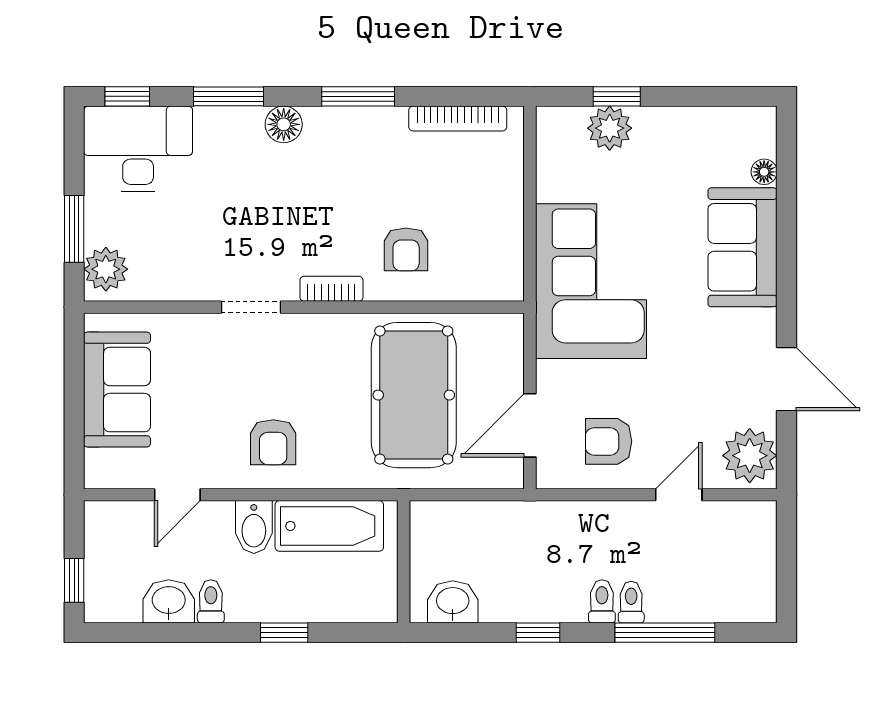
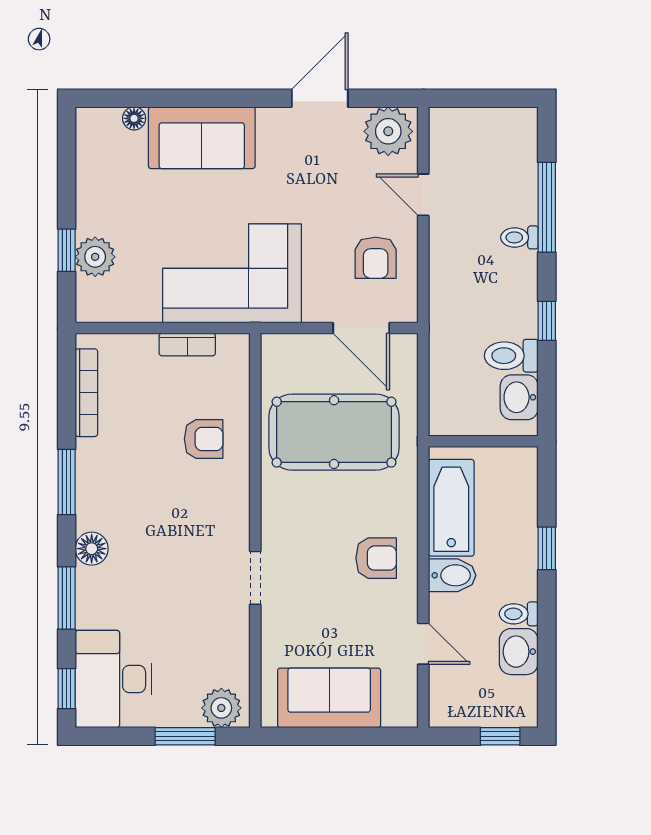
bookcase: (331, 289) -> (187, 345), moved, turned -90
toilet: (602, 601) -> (511, 356), moved, width x1.37, depth x1.39

